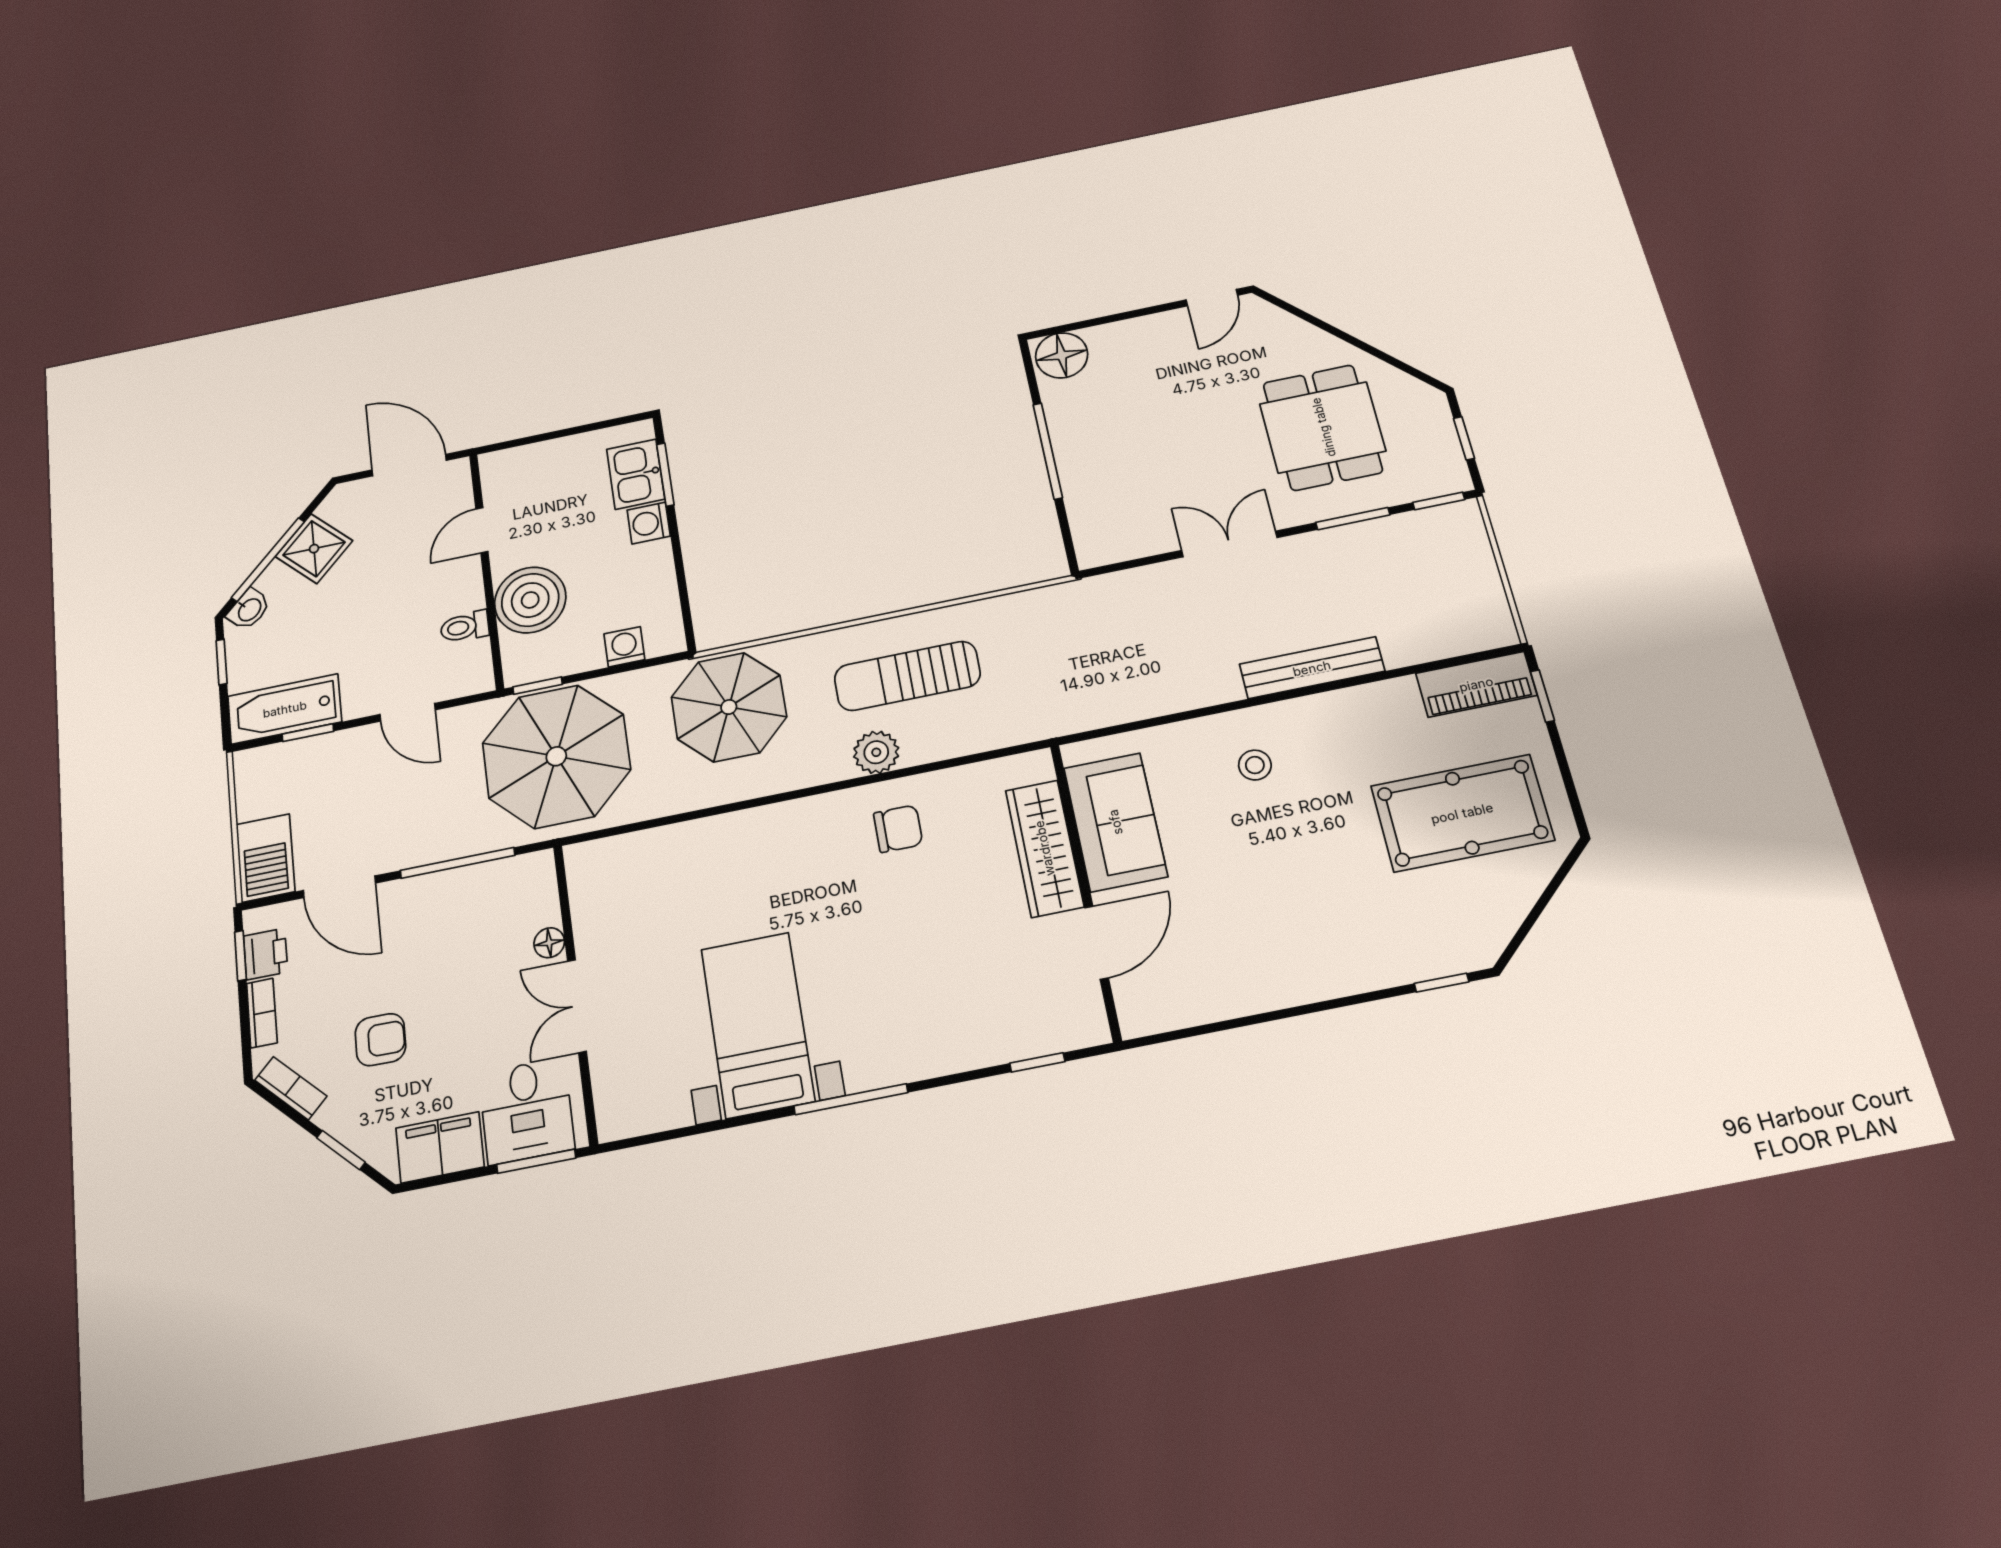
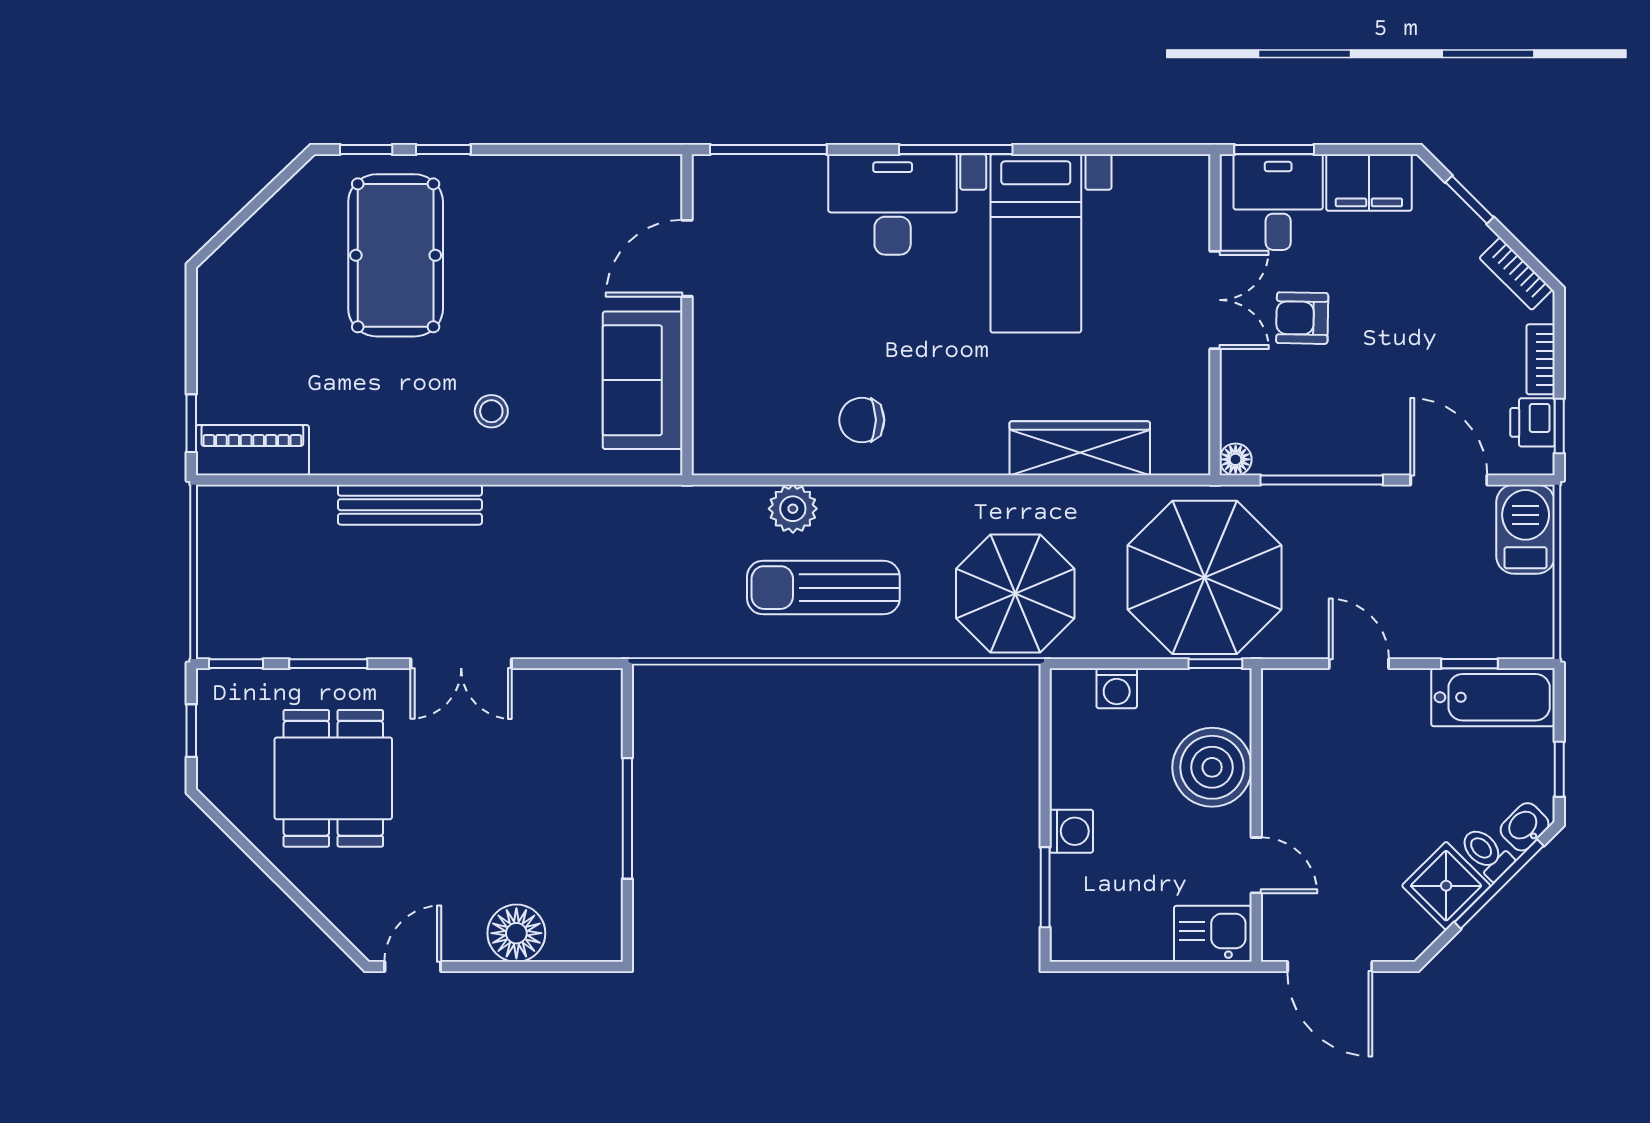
floor lamp: (1062, 355) -> (516, 933), moved
kitchen sink: (636, 474) -> (1213, 934), moved, turned -90
door: (482, 530) -> (1256, 865), hinge flipped
toilet: (465, 627) -> (1486, 853), moved, turned -135
sun lounger: (907, 676) -> (823, 588), turned 180
plant: (876, 752) -> (793, 509), moved
pool table: (1462, 813) -> (396, 255), moved, turned 90
wardrobe: (1044, 848) -> (1080, 448), moved, turned -90
floor lamp: (549, 943) -> (1236, 459), moved
window: (1364, 998) -> (443, 149), added
desk: (904, 1034) -> (893, 204), added
armchair: (380, 1040) -> (1302, 318), moved
window: (1037, 1062) -> (768, 149), width x2.17

